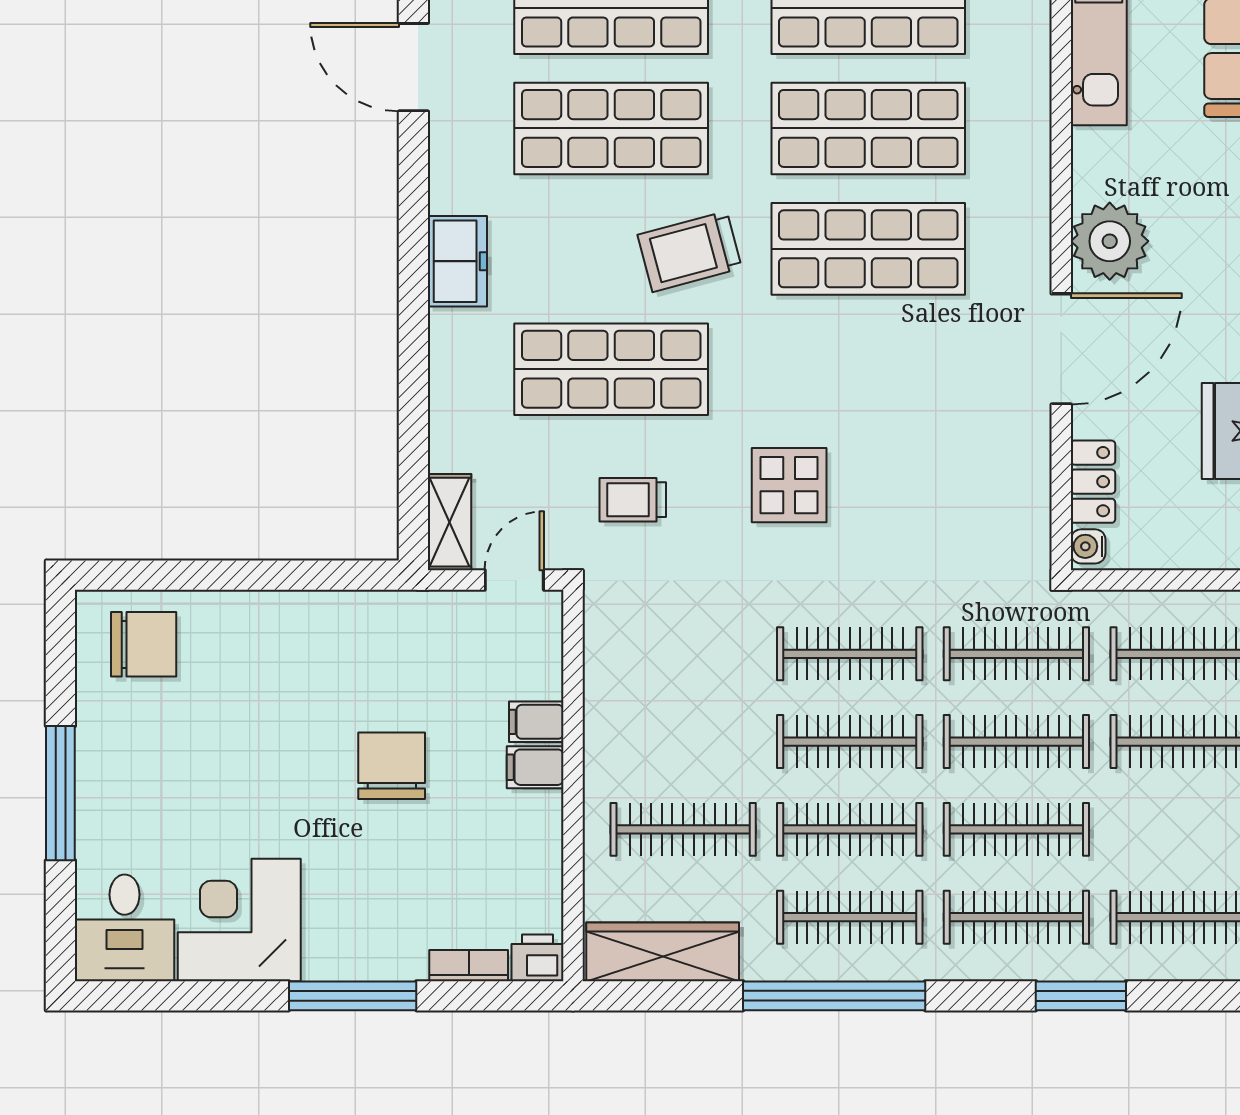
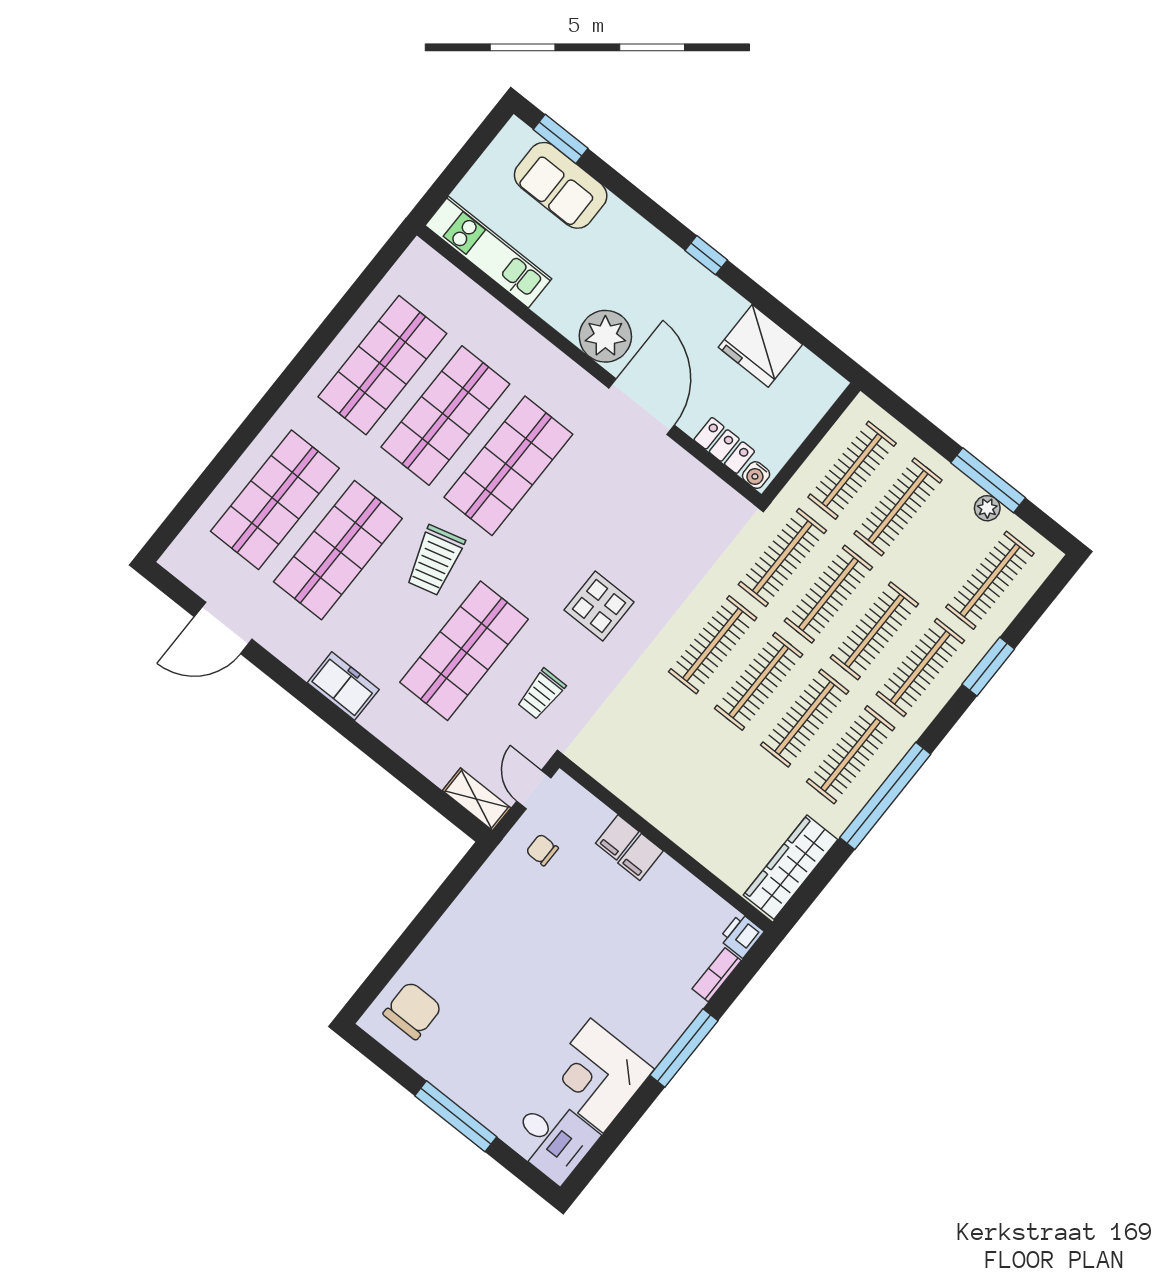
chair: (392, 766) -> (542, 850), moved, width x0.54, depth x0.54
clothes rail: (683, 829) -> (735, 805), removed

